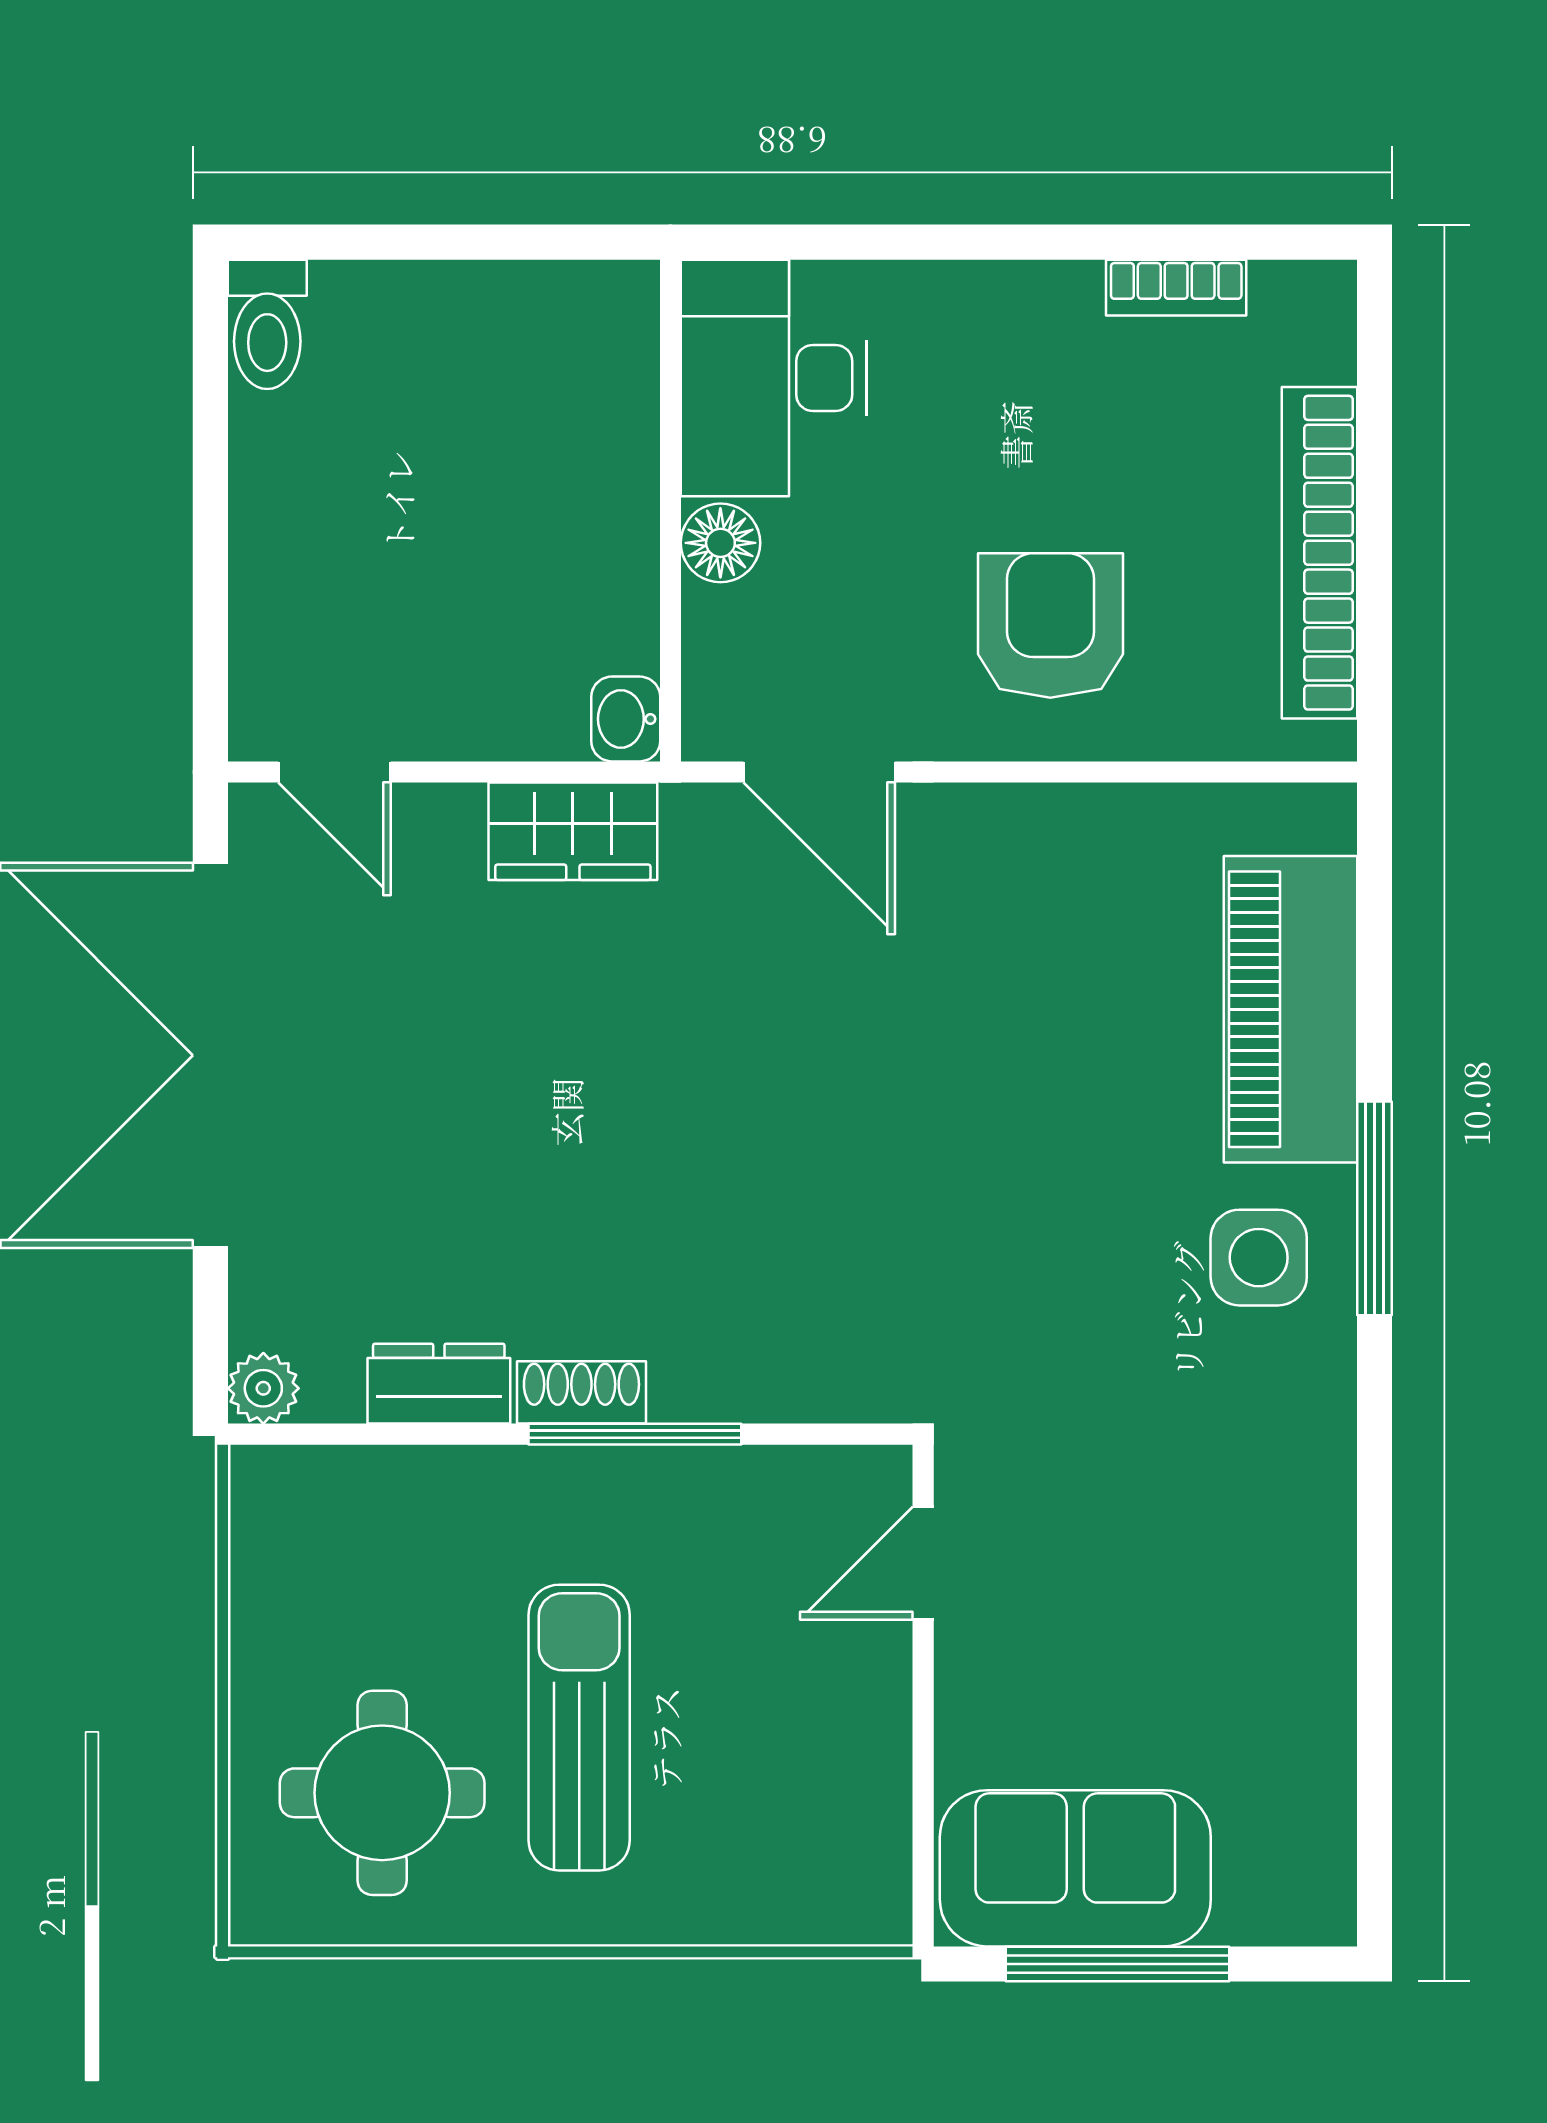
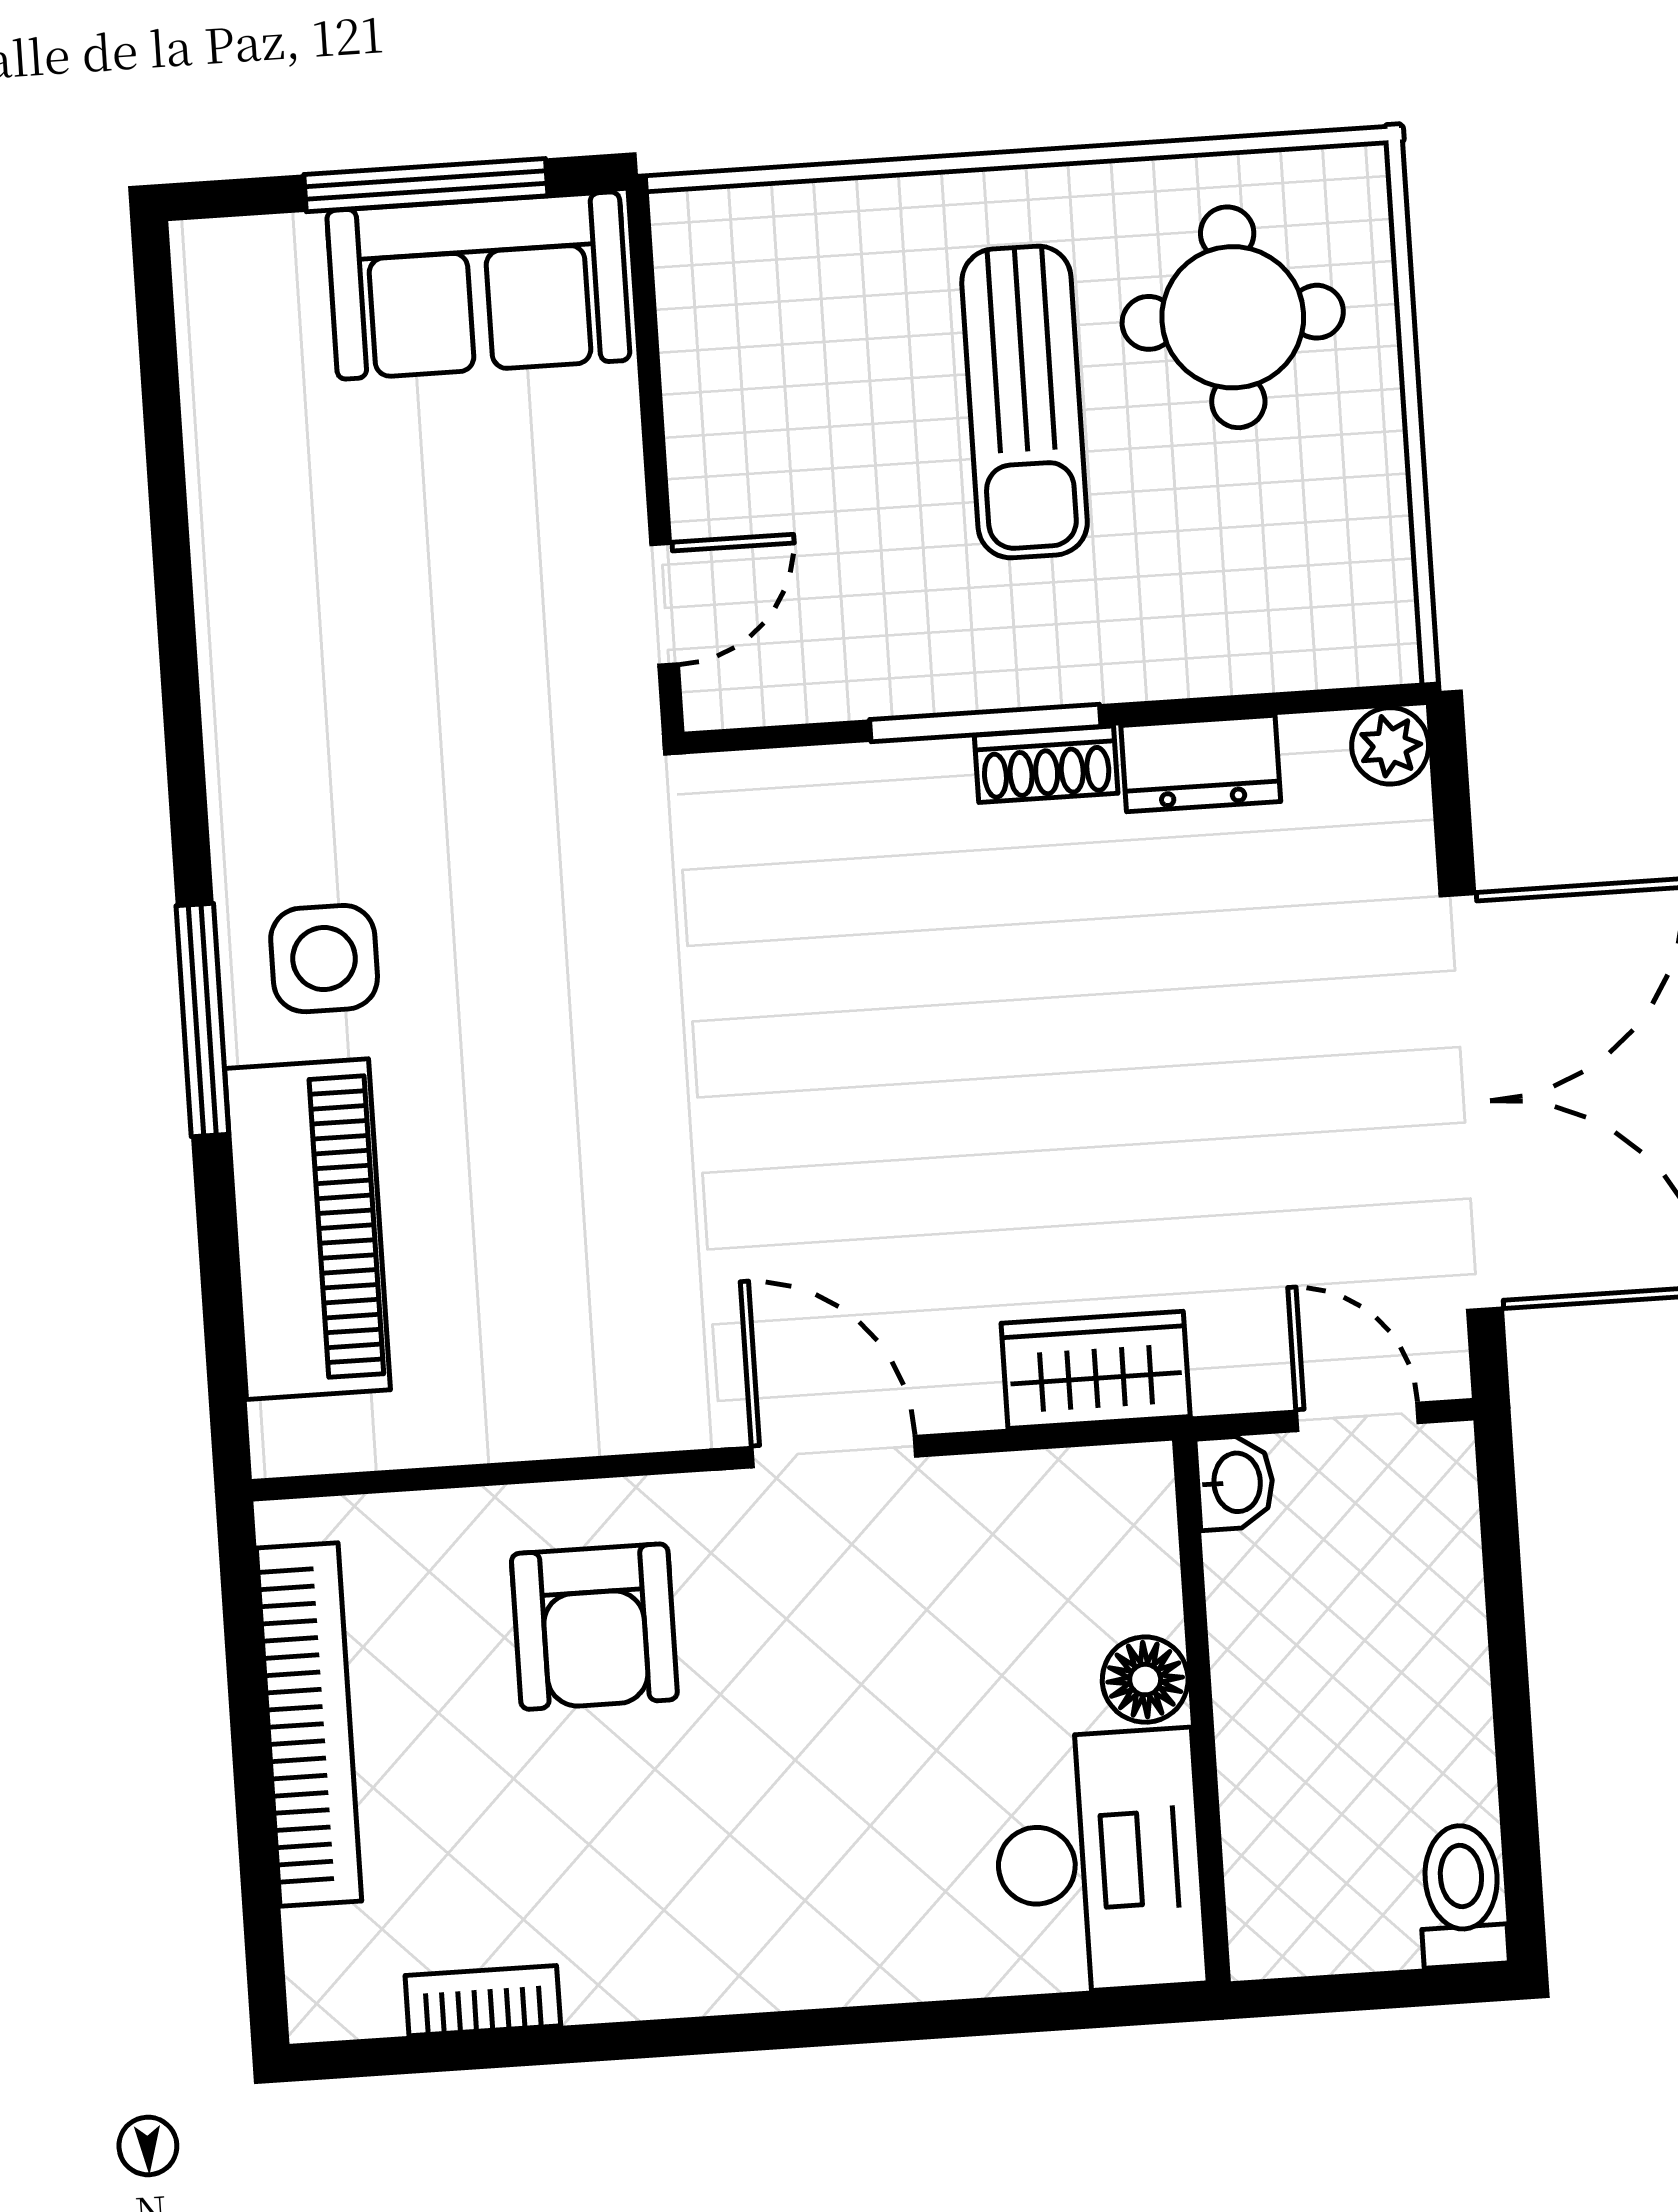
desk: (774, 378) -> (1099, 1862), moved
wall: (670, 511) -> (1201, 1711), moved
floor lamp: (720, 543) -> (1145, 1680), moved
washbasin: (626, 719) -> (1235, 1482), moved

